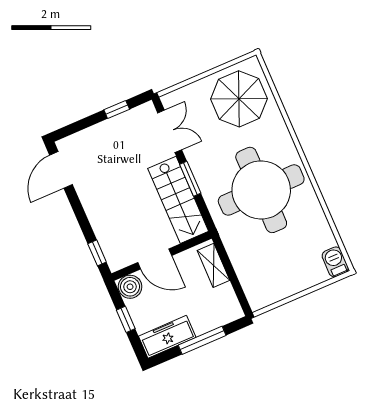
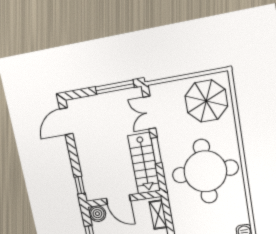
window: (117, 110) -> (115, 87), width x2.17
double door: (170, 131) -> (149, 113), swing flipped

